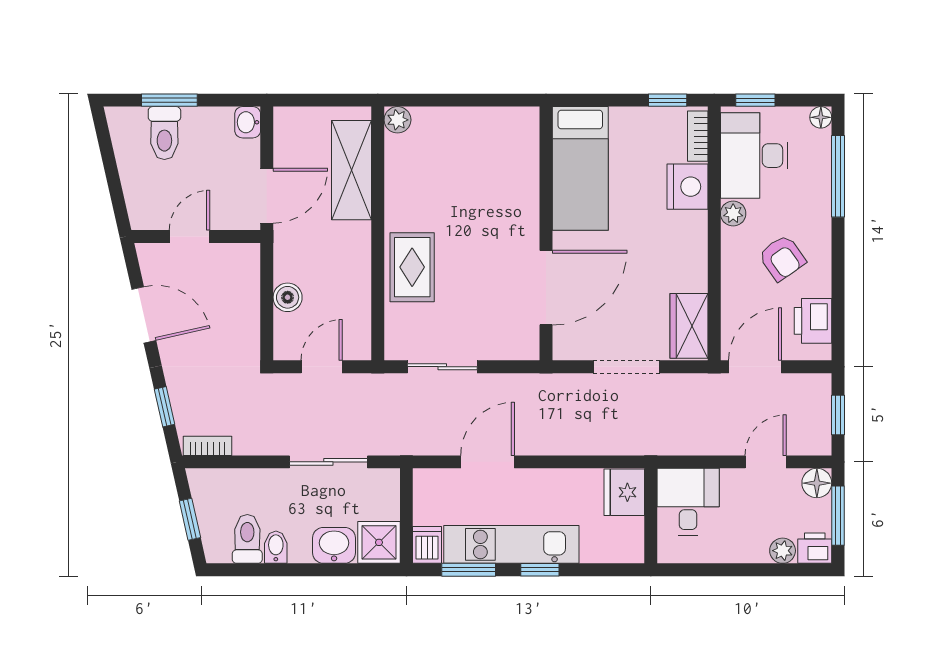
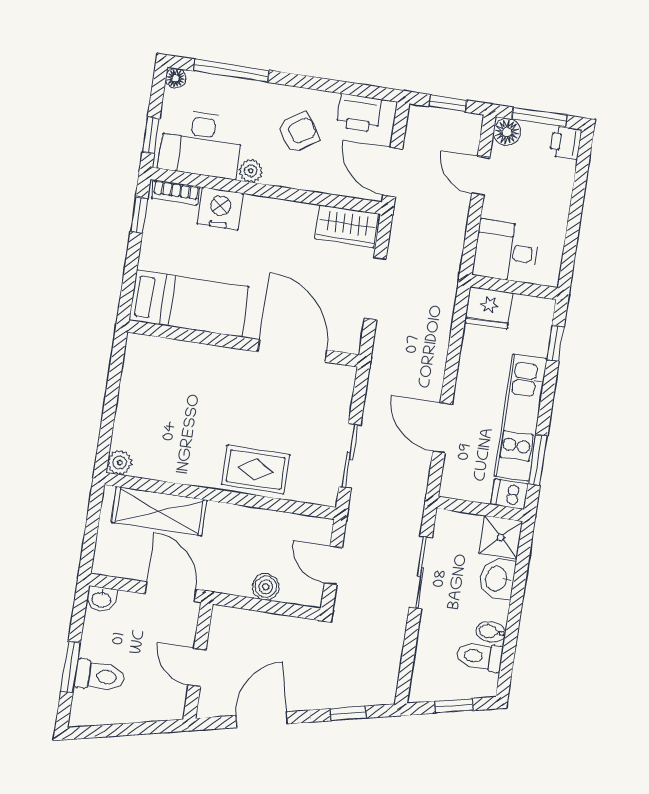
bookcase: (207, 446) -> (390, 680), removed
plant: (783, 551) -> (564, 172), removed
window: (540, 570) -> (556, 343), moved

